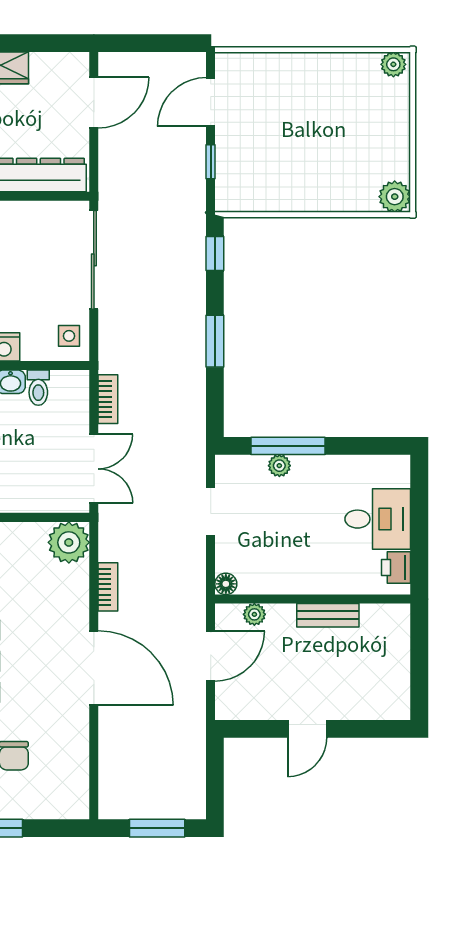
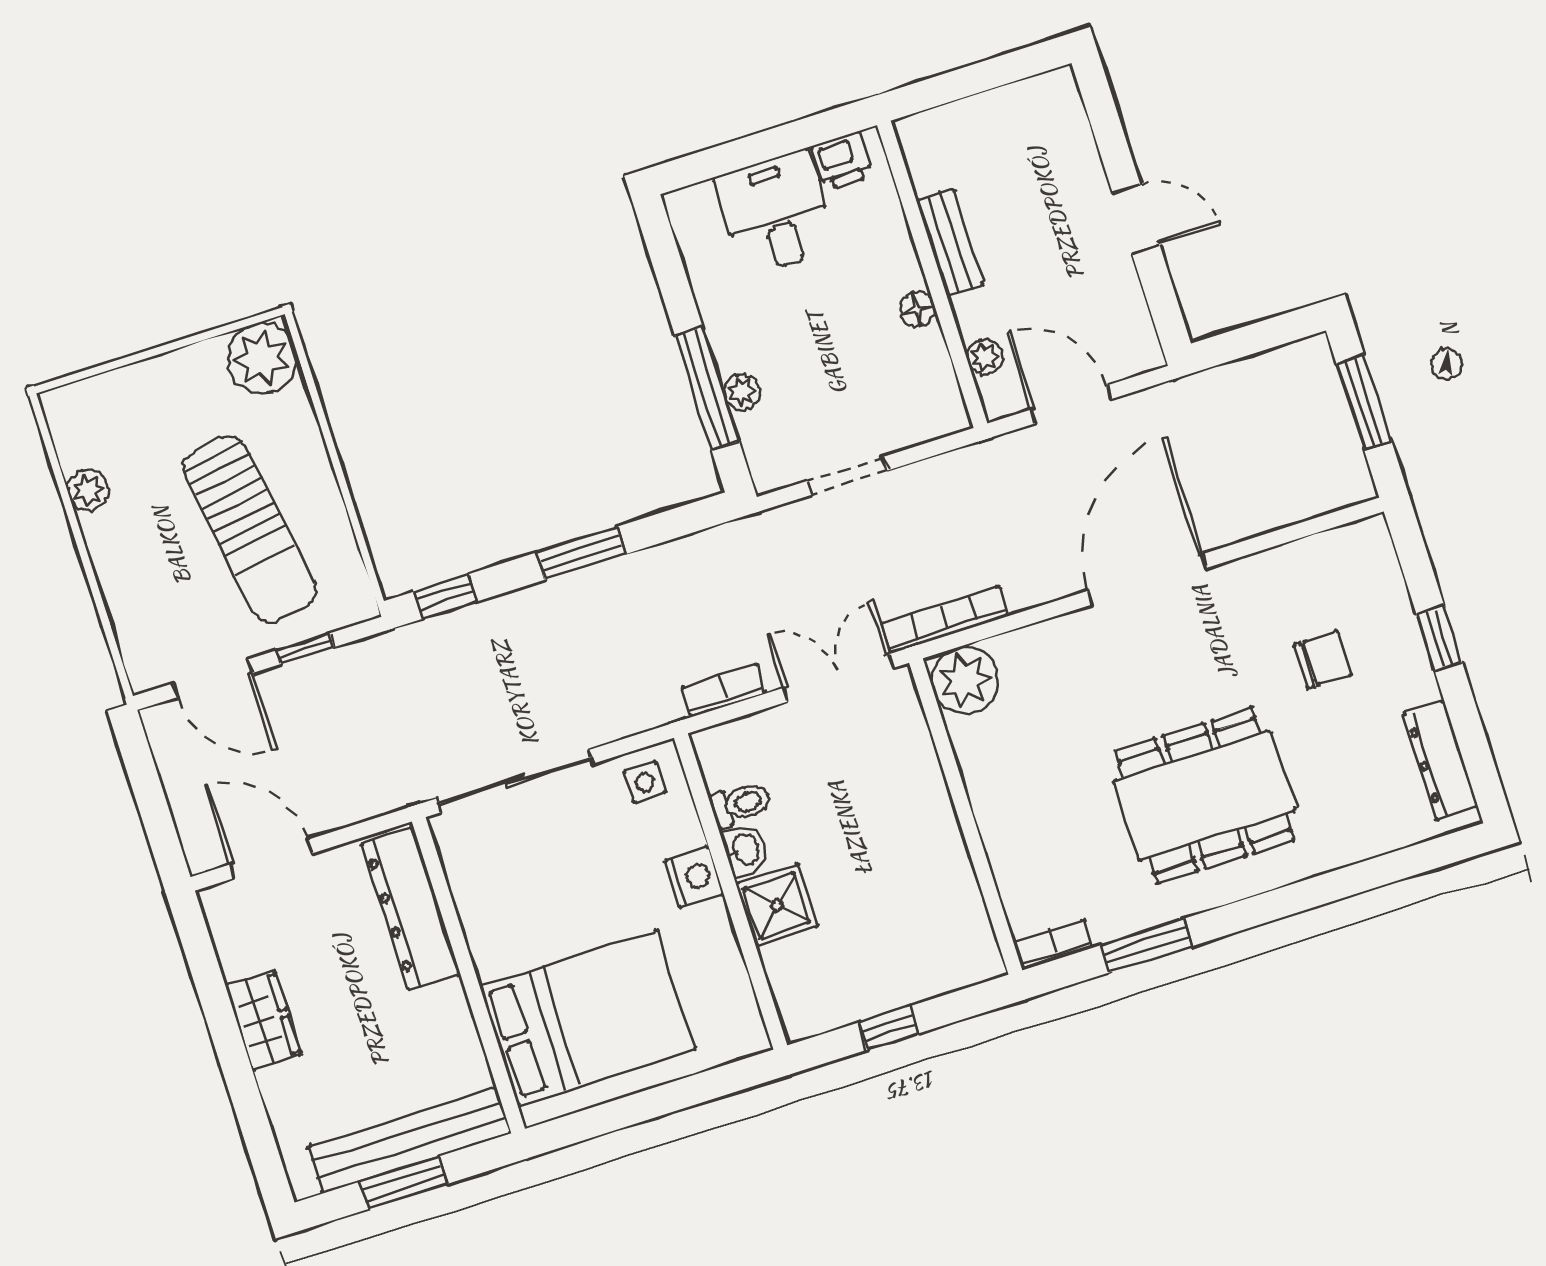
plant: (393, 64) -> (88, 490), moved
sun lounger: (291, 151) -> (249, 529), added
plant: (395, 197) -> (262, 358), width x1.36, depth x1.36
floor lamp: (226, 584) -> (917, 309), moved
bookcase: (108, 587) -> (944, 620), moved, width x1.56

